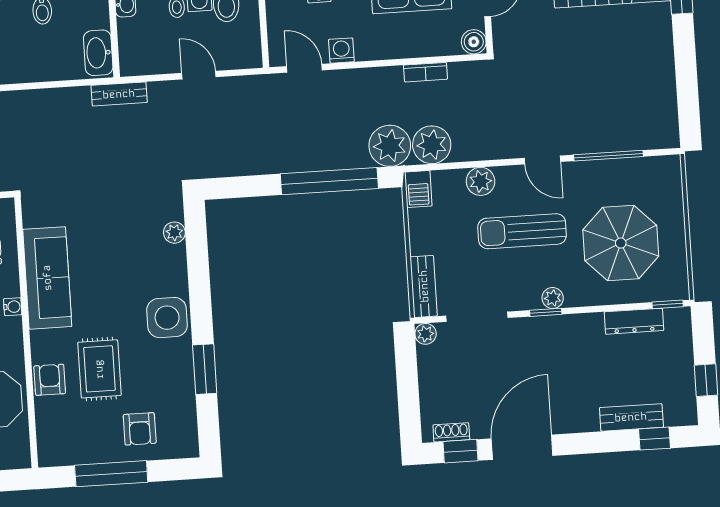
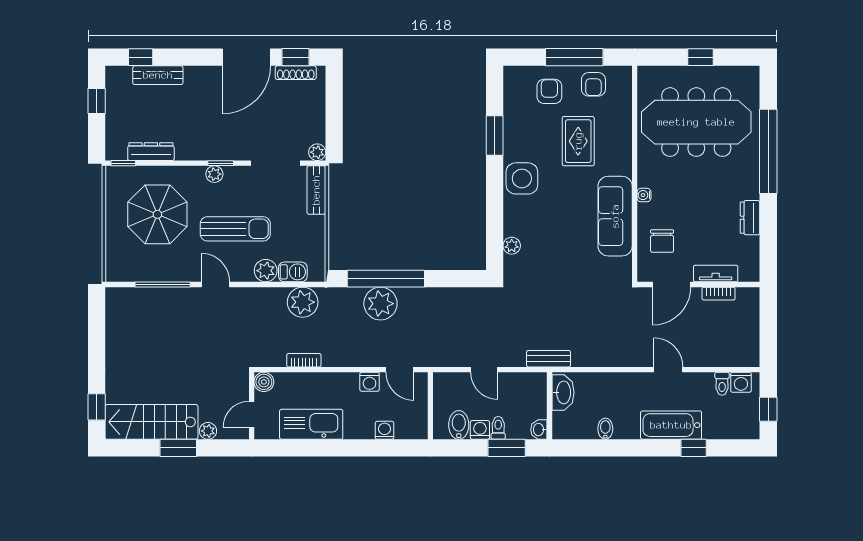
plant: (390, 146) -> (380, 304), moved
barbecue: (418, 189) -> (293, 272), moved, turned 90
armchair: (50, 380) -> (593, 84), moved
shoe rack: (451, 432) -> (296, 73), width x1.43

